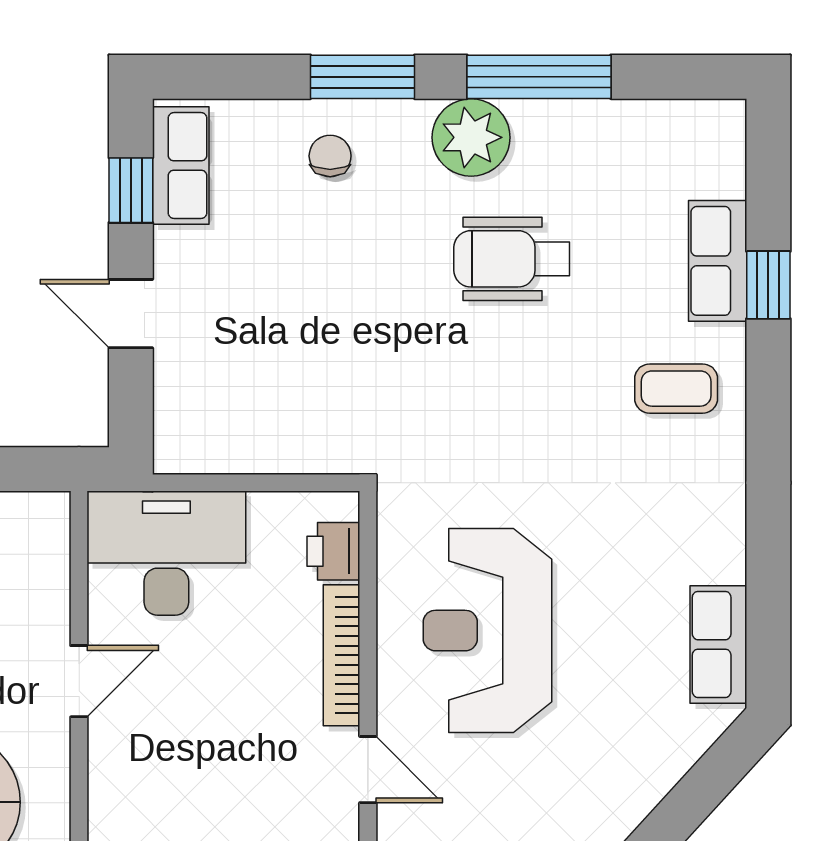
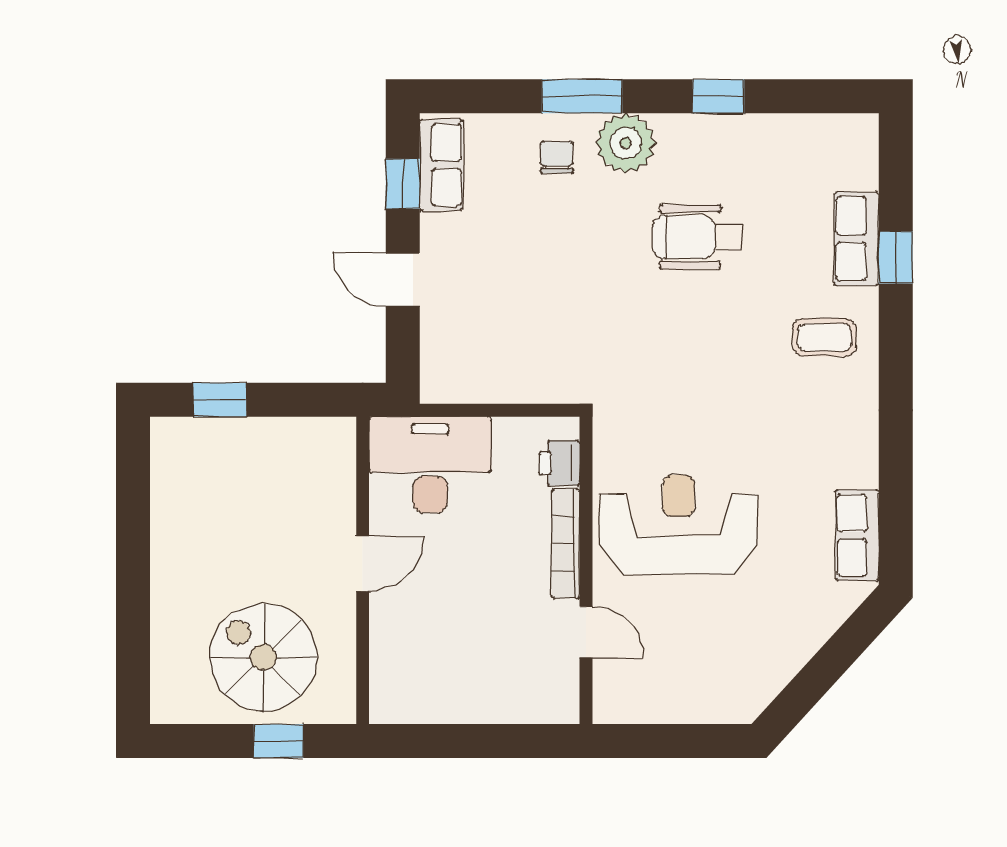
window: (539, 77) -> (718, 96), width x0.46
plant: (471, 137) -> (626, 143), moved
reception desk: (488, 631) -> (679, 524), turned 90

